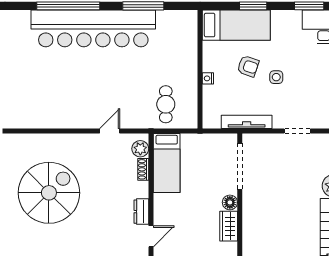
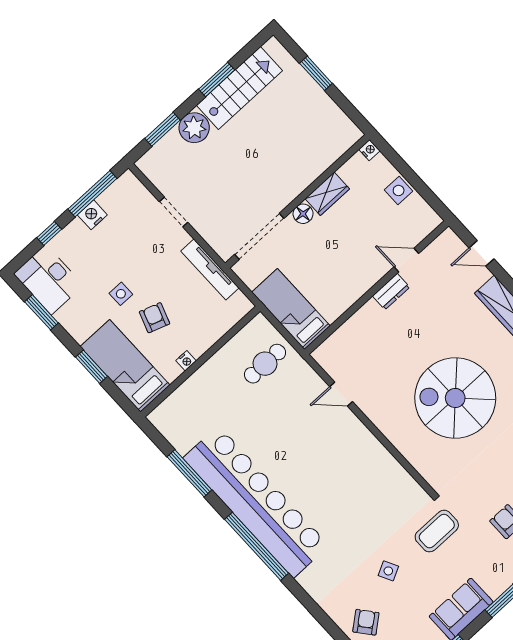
side table: (276, 77) -> (121, 294), moved
nightstand: (208, 78) -> (186, 361), moved
plant: (140, 149) -> (331, 349), removed
bed: (167, 163) -> (291, 309), moved, turned -90
shoe rack: (143, 169) -> (348, 327), removed

